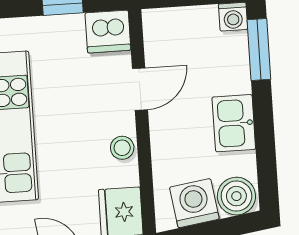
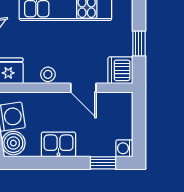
window: (259, 50) -> (103, 163), width x0.67

